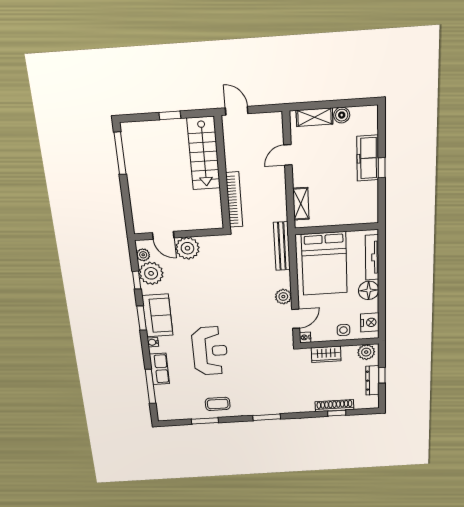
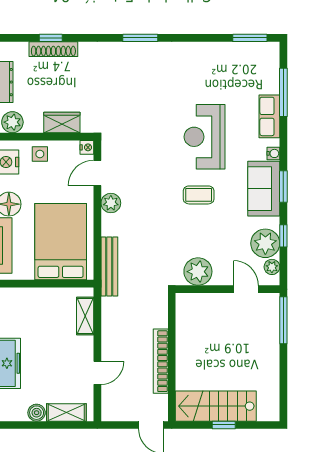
window: (120, 153) -> (283, 320), moved
stairs: (204, 153) -> (216, 406), moved, turned -90
bookcase: (234, 200) -> (161, 361), moved
plant: (187, 248) -> (198, 272), moved
coffee table: (218, 404) -> (199, 195), moved
window: (205, 421) -> (250, 38), moved

